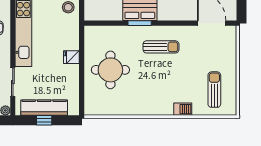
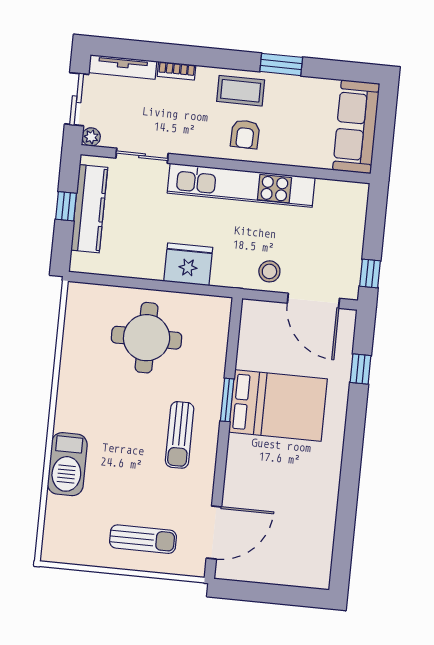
fridge: (71, 57) -> (188, 264), width x1.88, depth x1.34
sun lounger: (214, 90) -> (143, 539), moved
barbecue: (183, 109) -> (67, 464), width x1.88, depth x1.53

